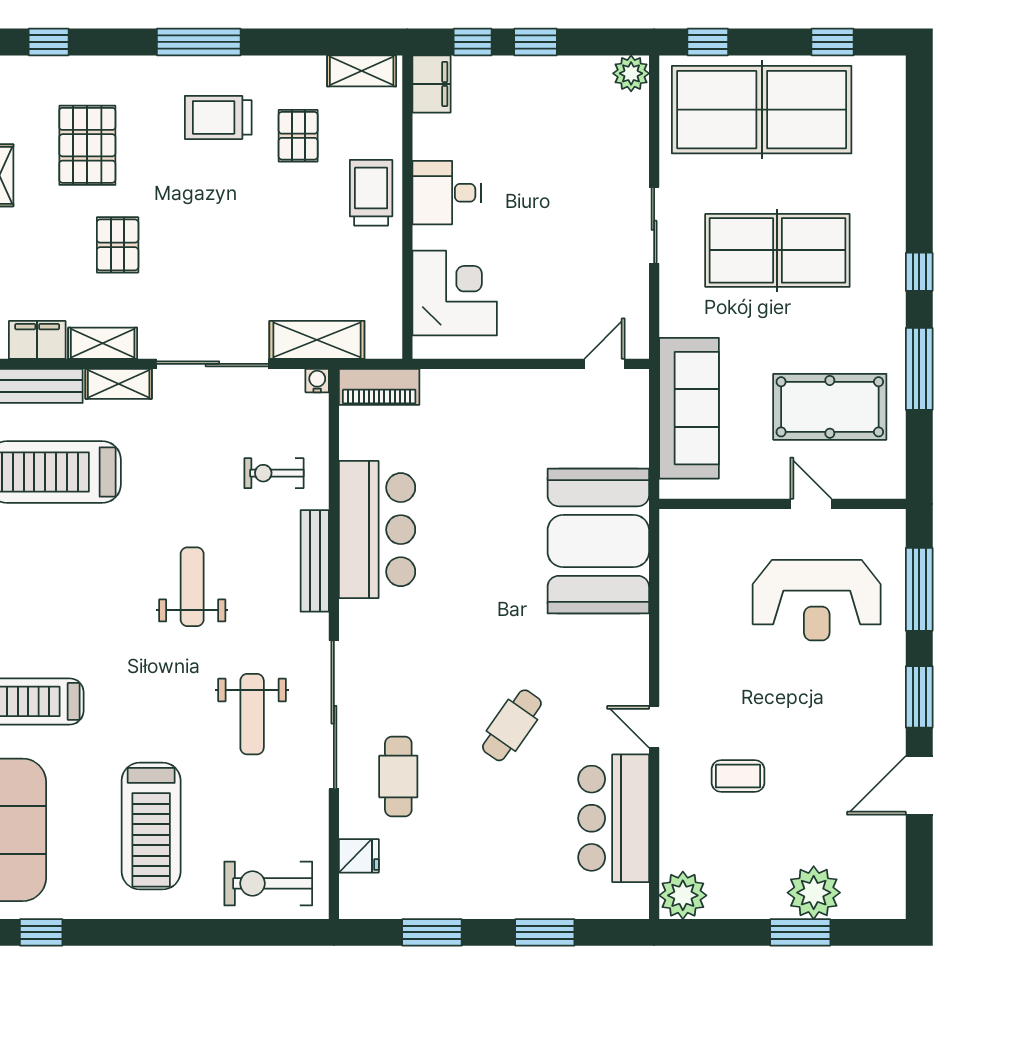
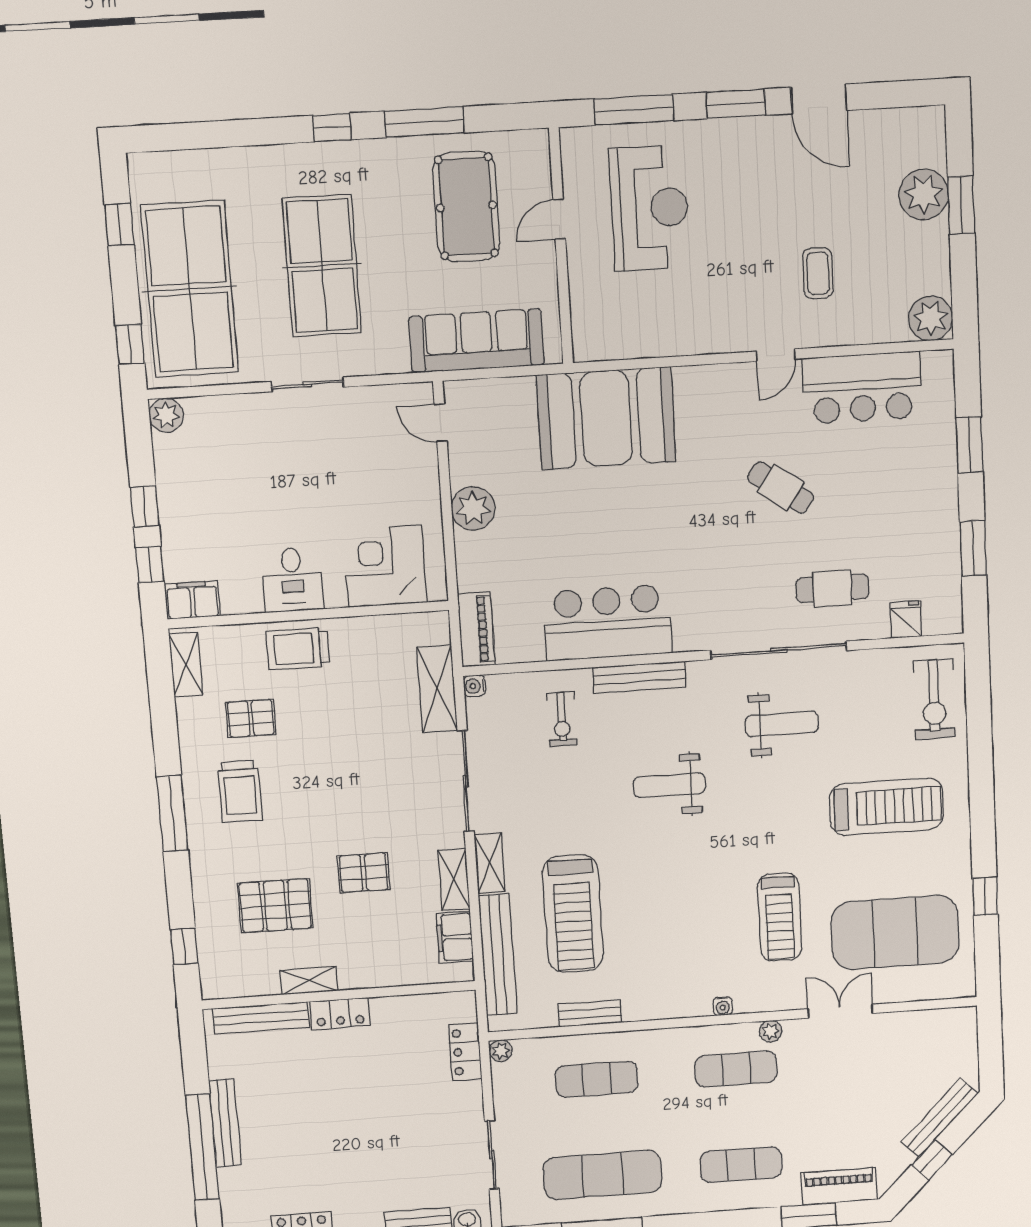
plant: (511, 392) -> (473, 508), added

